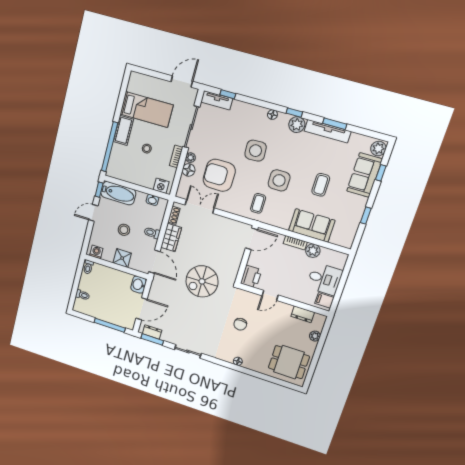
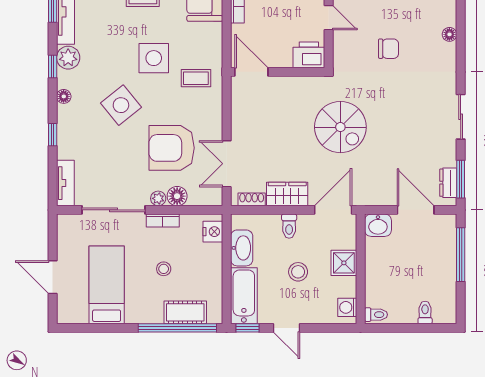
door: (182, 81) -> (53, 277), moved
window: (228, 94) -> (53, 135), moved
cot: (123, 130) -> (185, 312), moved
side table: (256, 151) -> (121, 105), turned -36
armchair: (219, 175) -> (172, 148), turned 90
washbasin: (152, 200) -> (242, 248), width x1.91, depth x1.45

